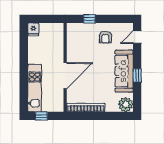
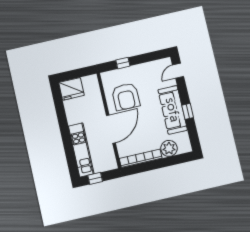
fridge: (33, 29) -> (71, 89), width x1.88, depth x1.34
armchair: (105, 37) -> (126, 97), moved, width x1.88, depth x1.88
plant: (126, 104) -> (169, 148), moved

